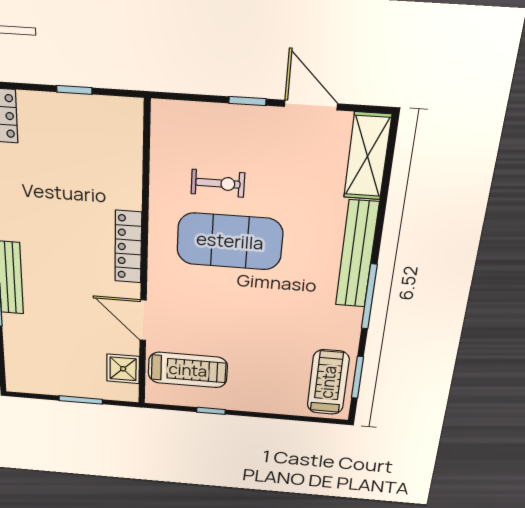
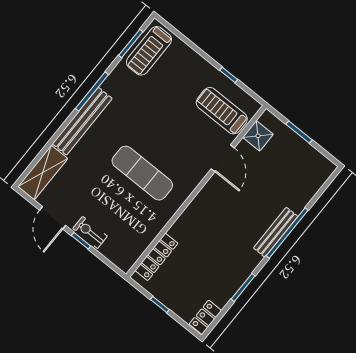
exercise bike: (218, 183) -> (90, 232), moved
exercise mat: (230, 241) -> (142, 173), width x0.68
locker: (128, 247) -> (156, 257), moved

